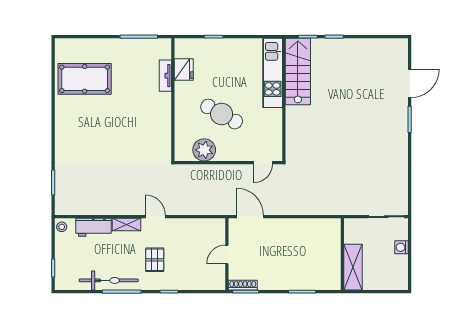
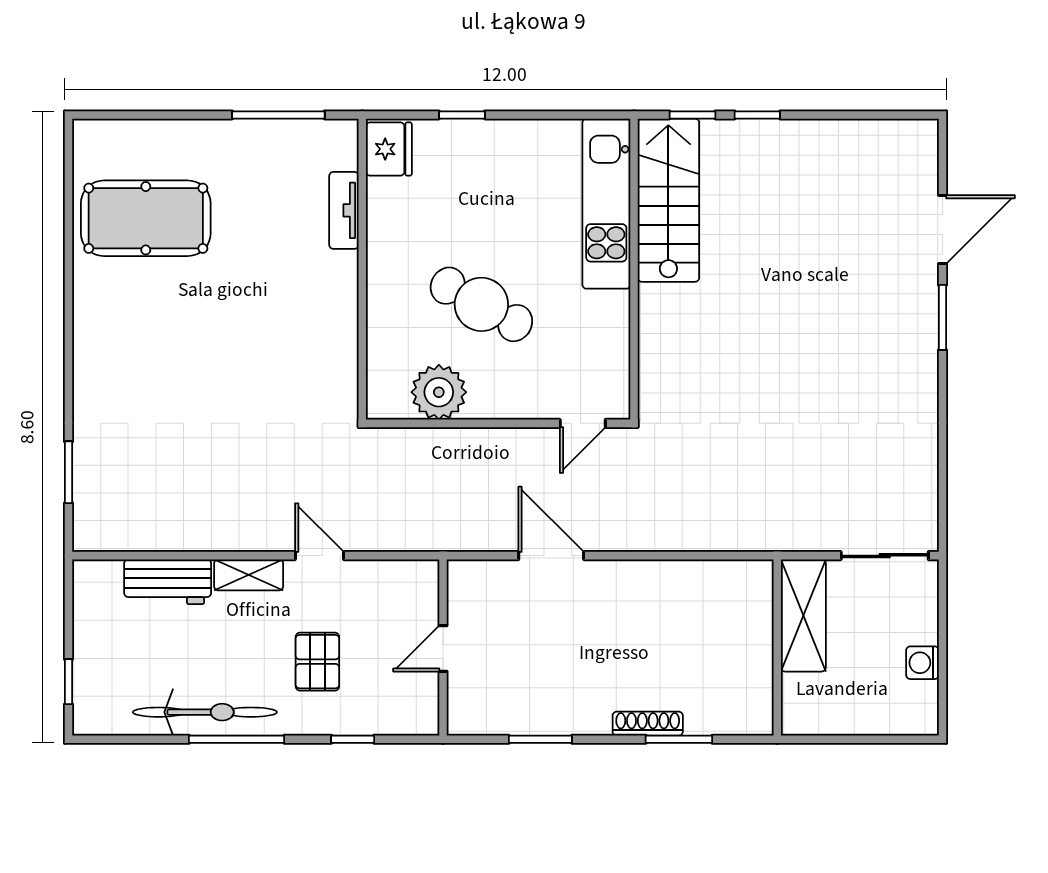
fridge: (184, 69) -> (389, 149), moved
stool: (62, 227) -> (90, 581), removed
washing machine: (402, 247) -> (922, 663), moved
door: (227, 254) -> (443, 649), moved
wall: (227, 254) -> (443, 647), moved
shelving: (353, 267) -> (803, 615), moved
shoe rack: (243, 285) -> (648, 724), moved

